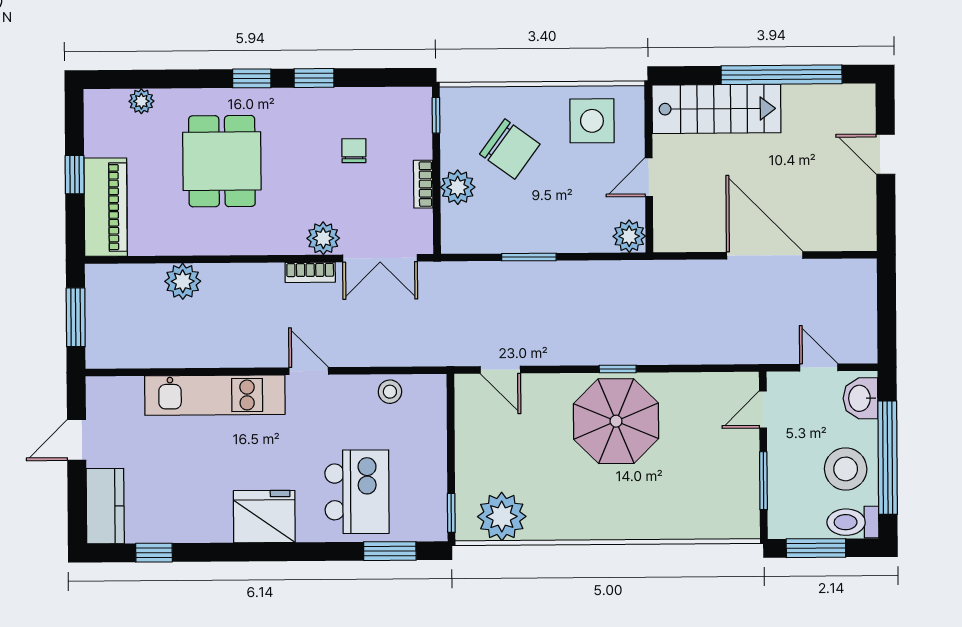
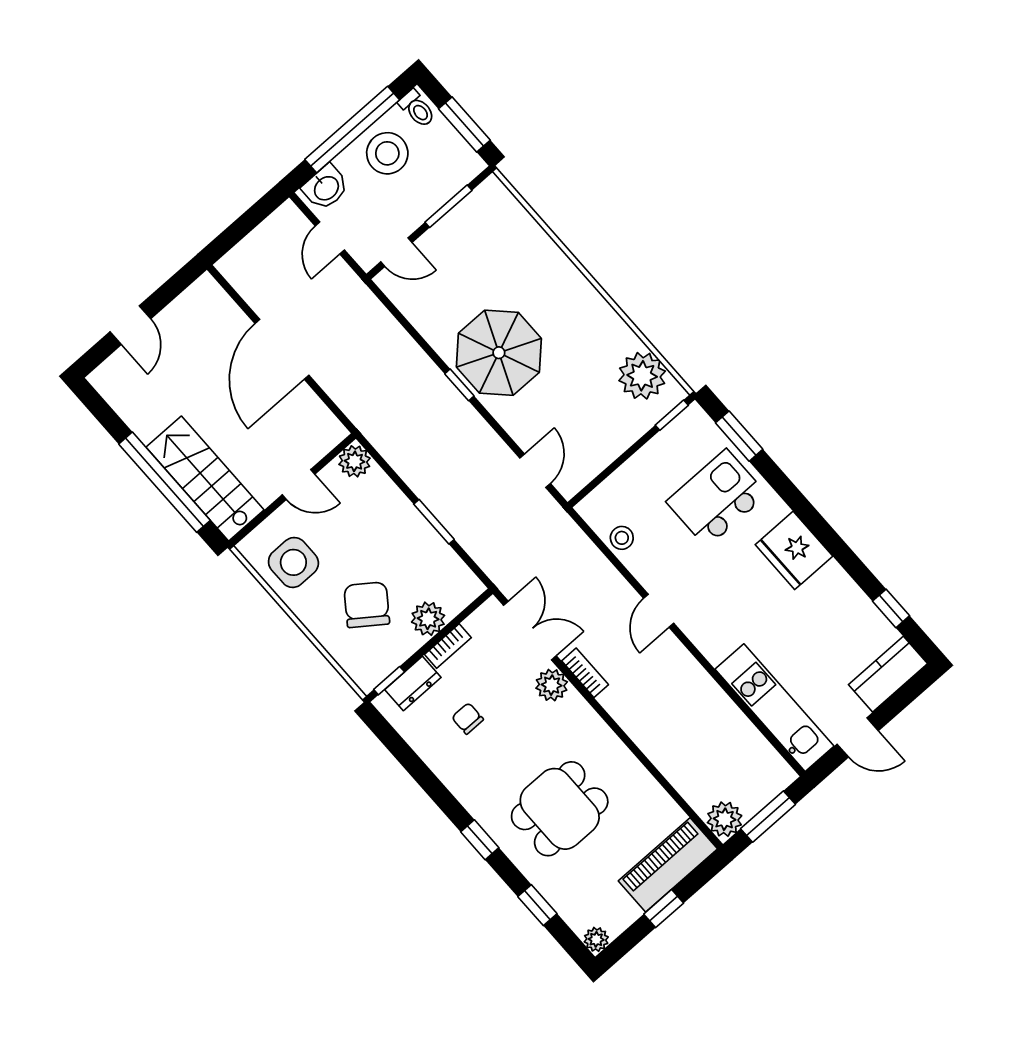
window: (782, 75) -> (165, 482), moved
window: (314, 78) -> (537, 905), moved
plant: (141, 101) -> (596, 939), moved
dresser: (418, 132) -> (413, 683), added
chair: (354, 151) -> (468, 718), turned 90
plant: (183, 281) -> (725, 819), moved
kitchen unit: (215, 395) -> (774, 708), moved
toilet: (853, 522) -> (417, 109), width x0.73, depth x0.72

